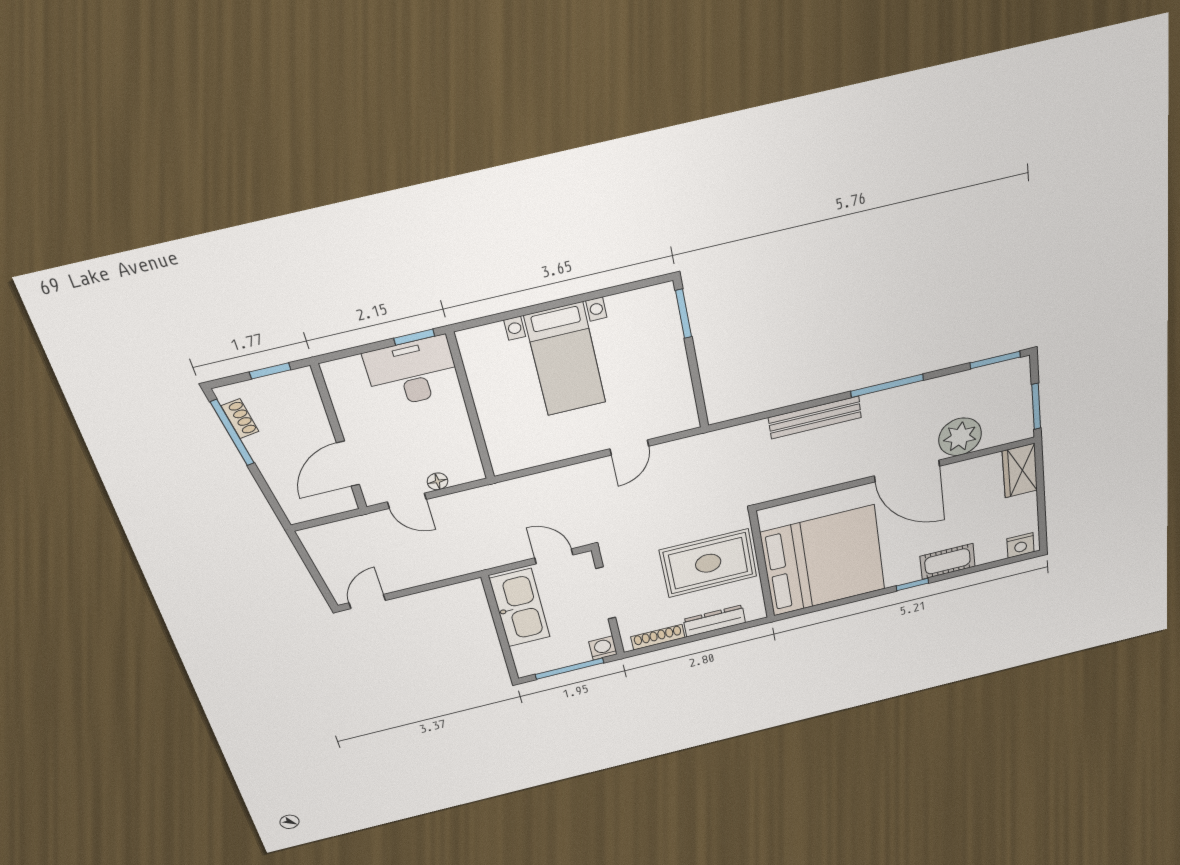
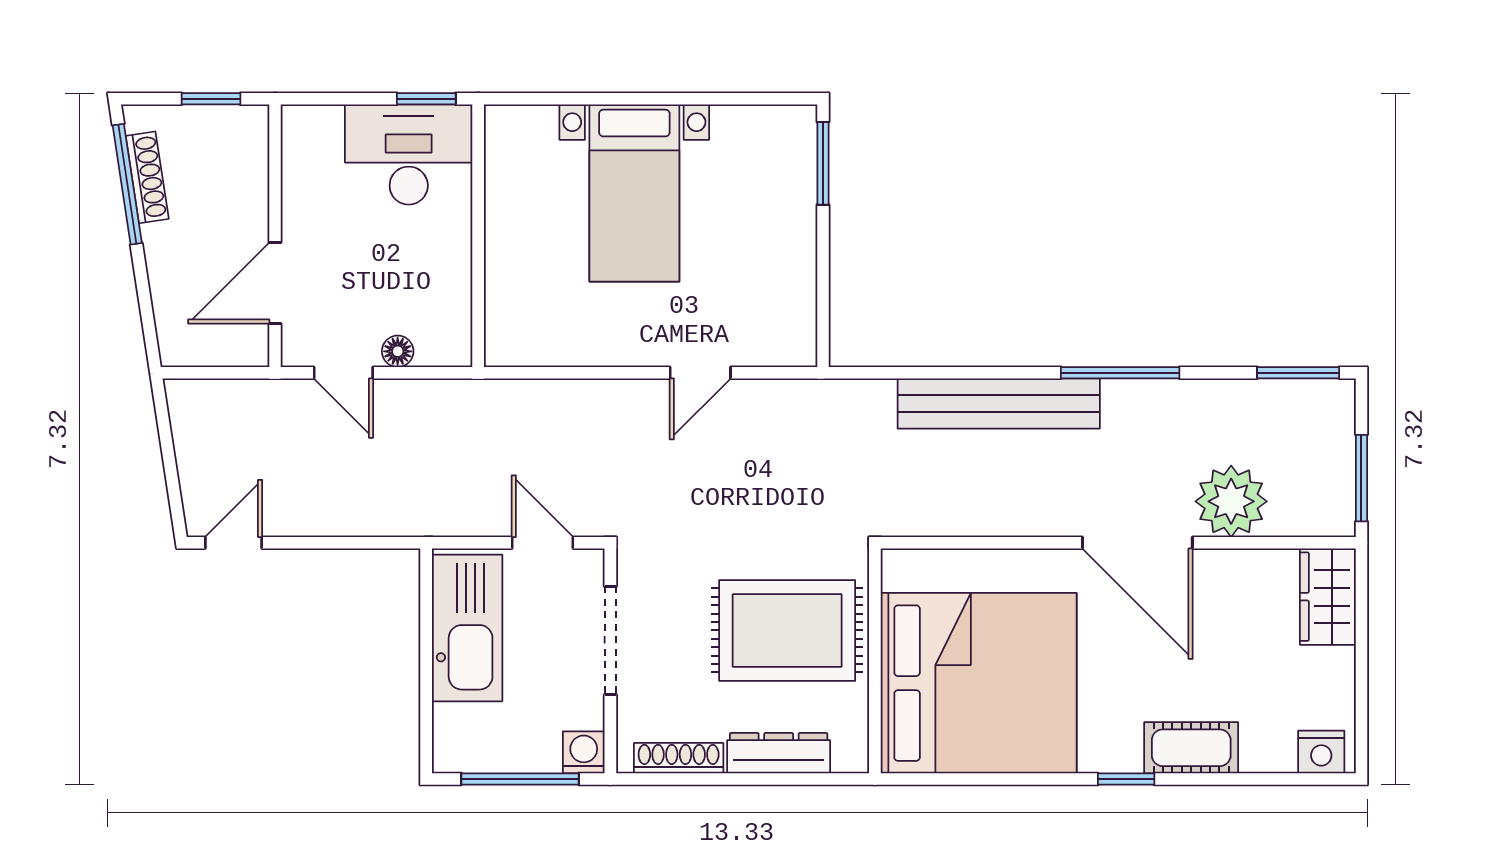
bench: (815, 418) -> (999, 404), width x1.37, depth x1.21
shoe rack: (240, 419) -> (147, 177), width x1.43

